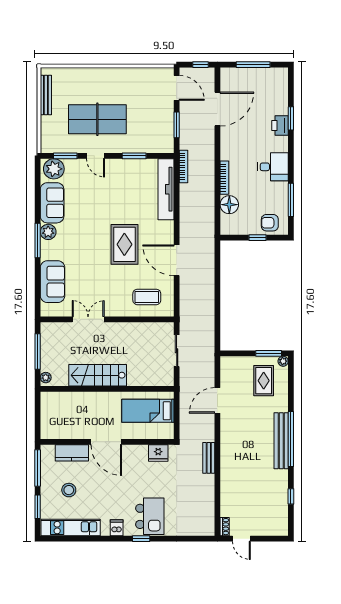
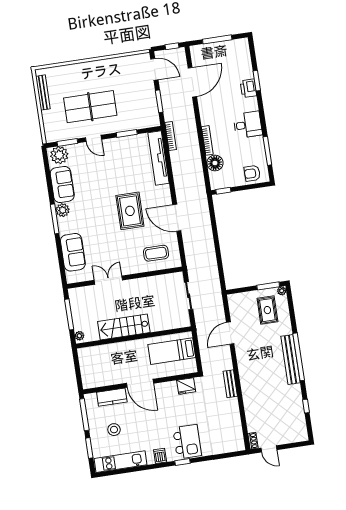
window: (257, 238) -> (223, 191), moved

